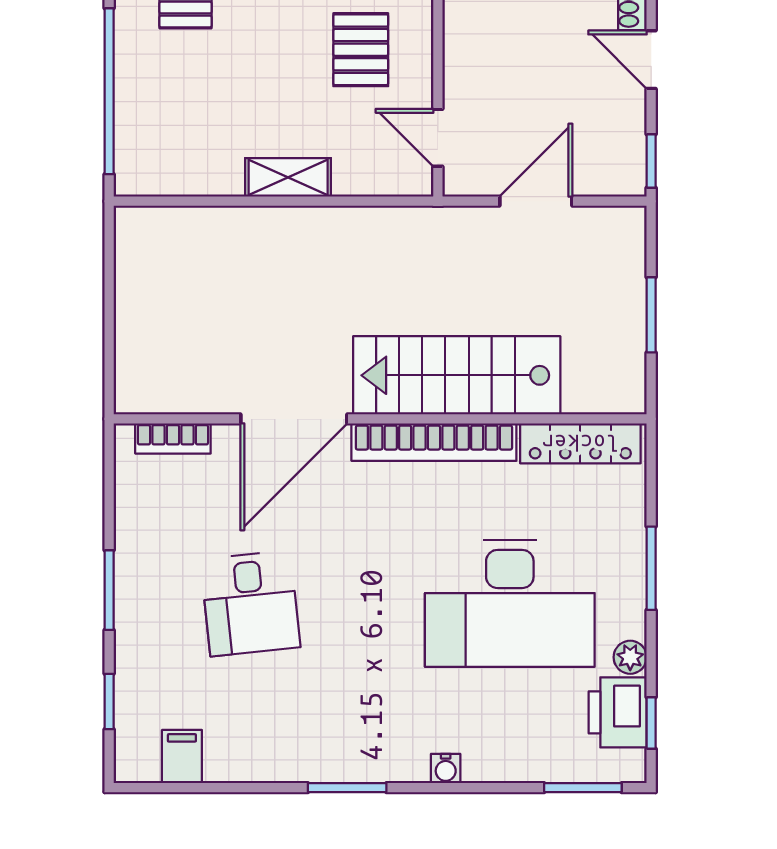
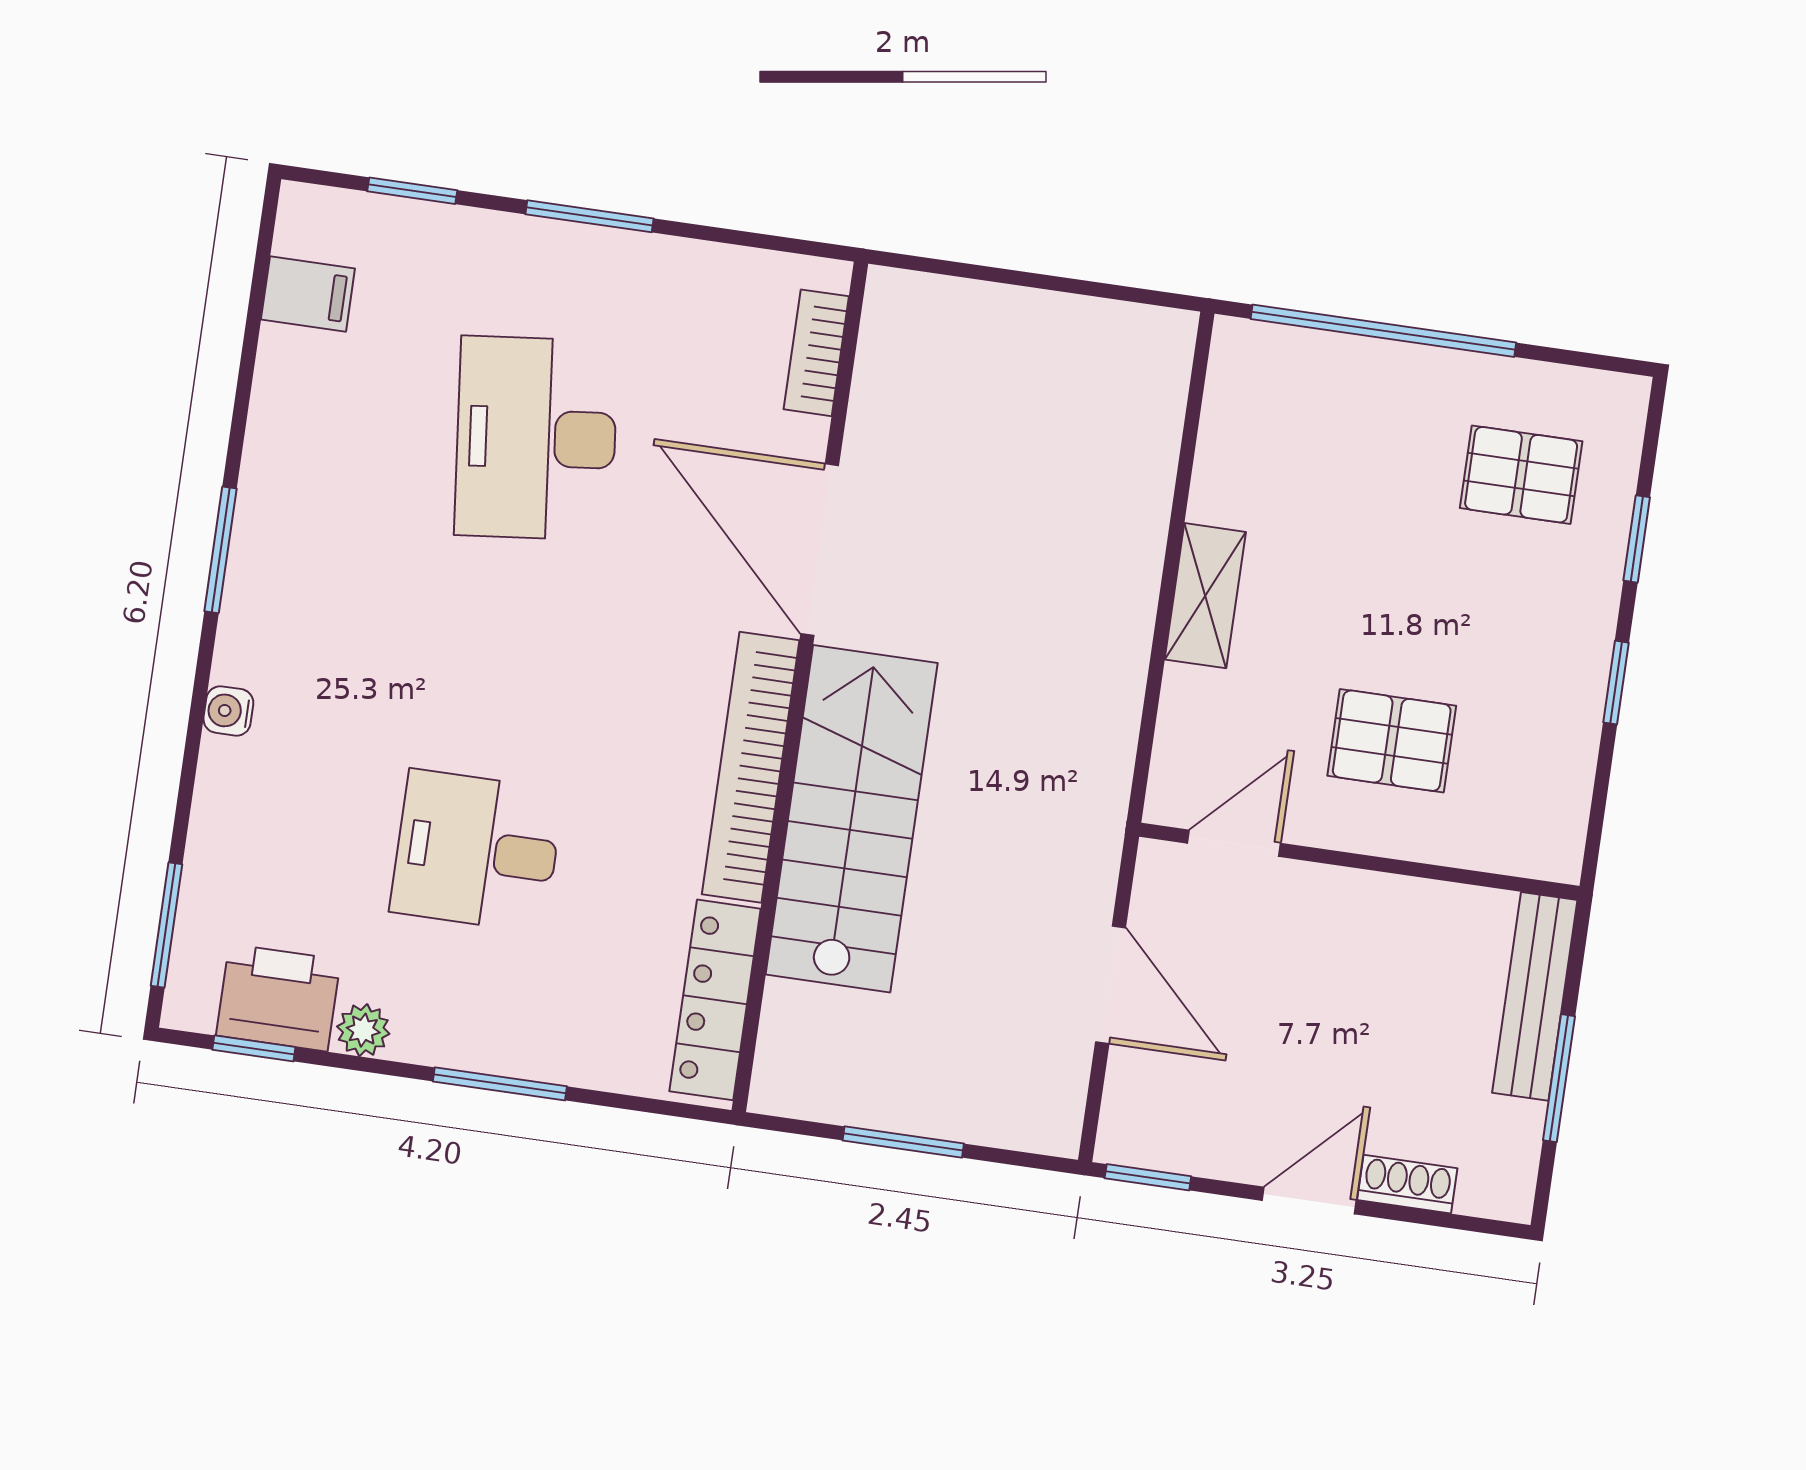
desk: (250, 603) -> (536, 438), width x1.37
desk: (510, 603) -> (477, 851), width x0.53, depth x0.77

